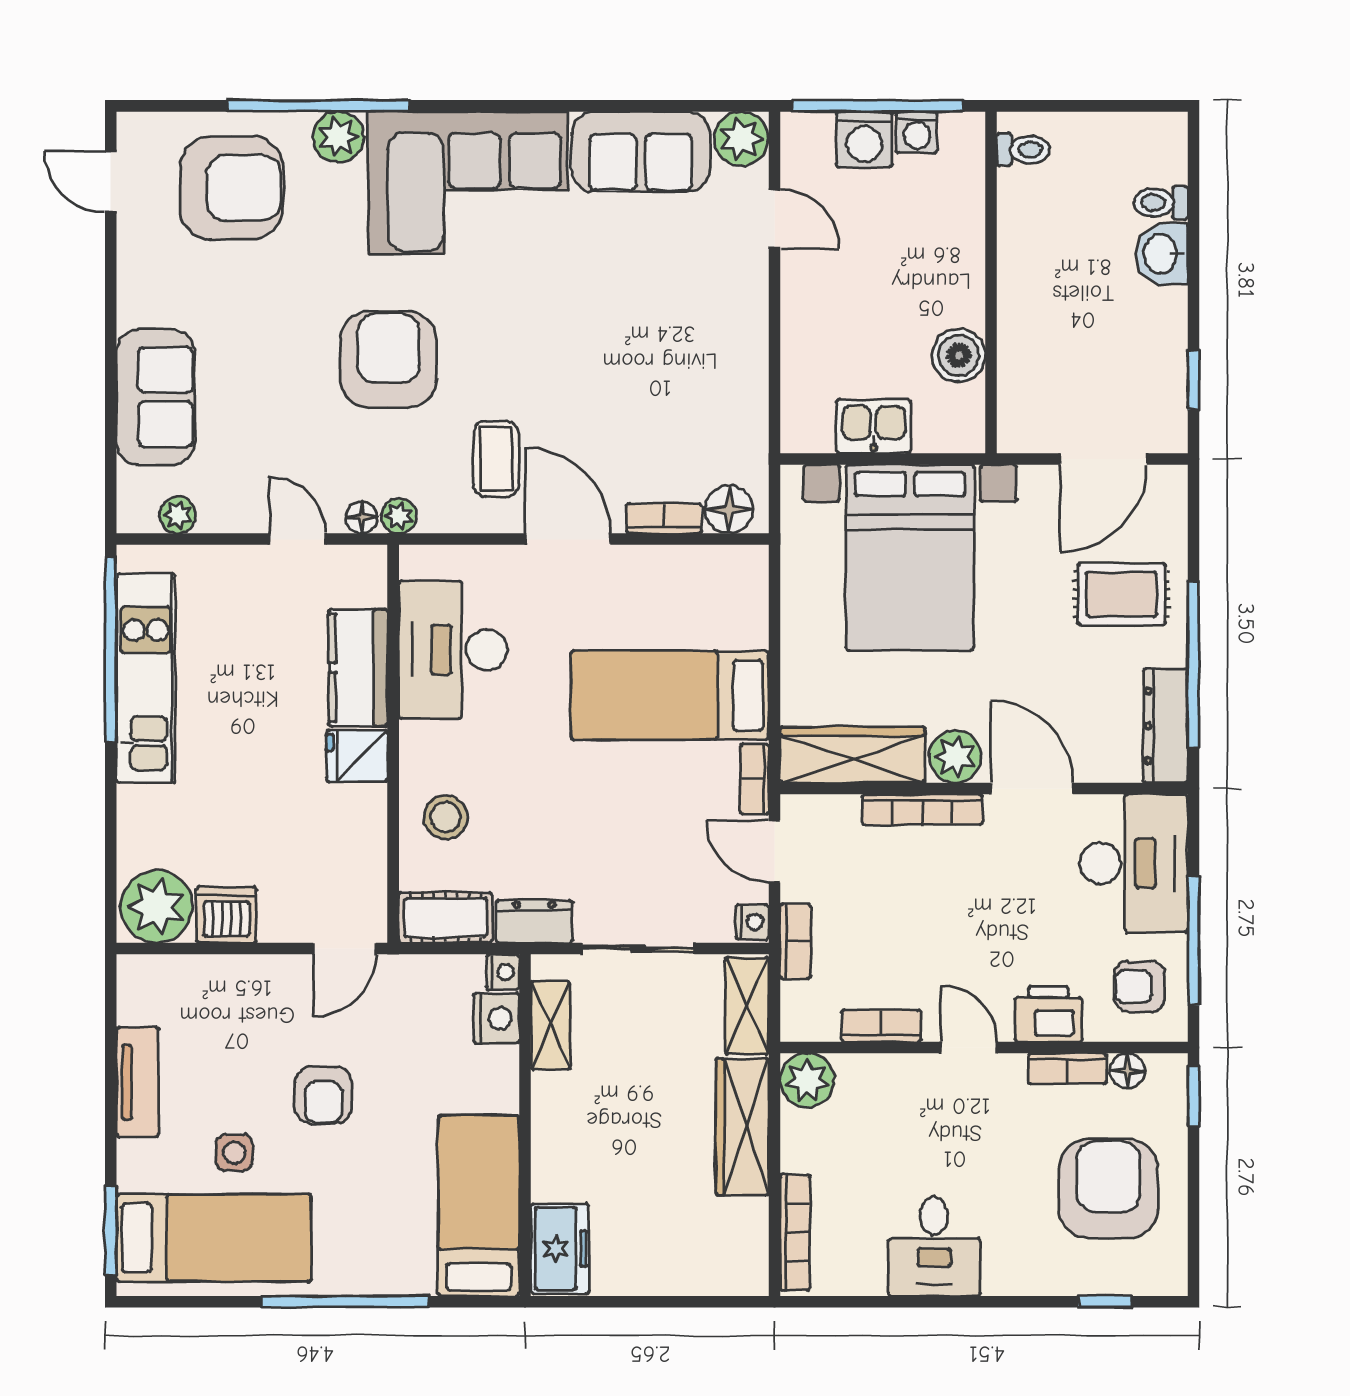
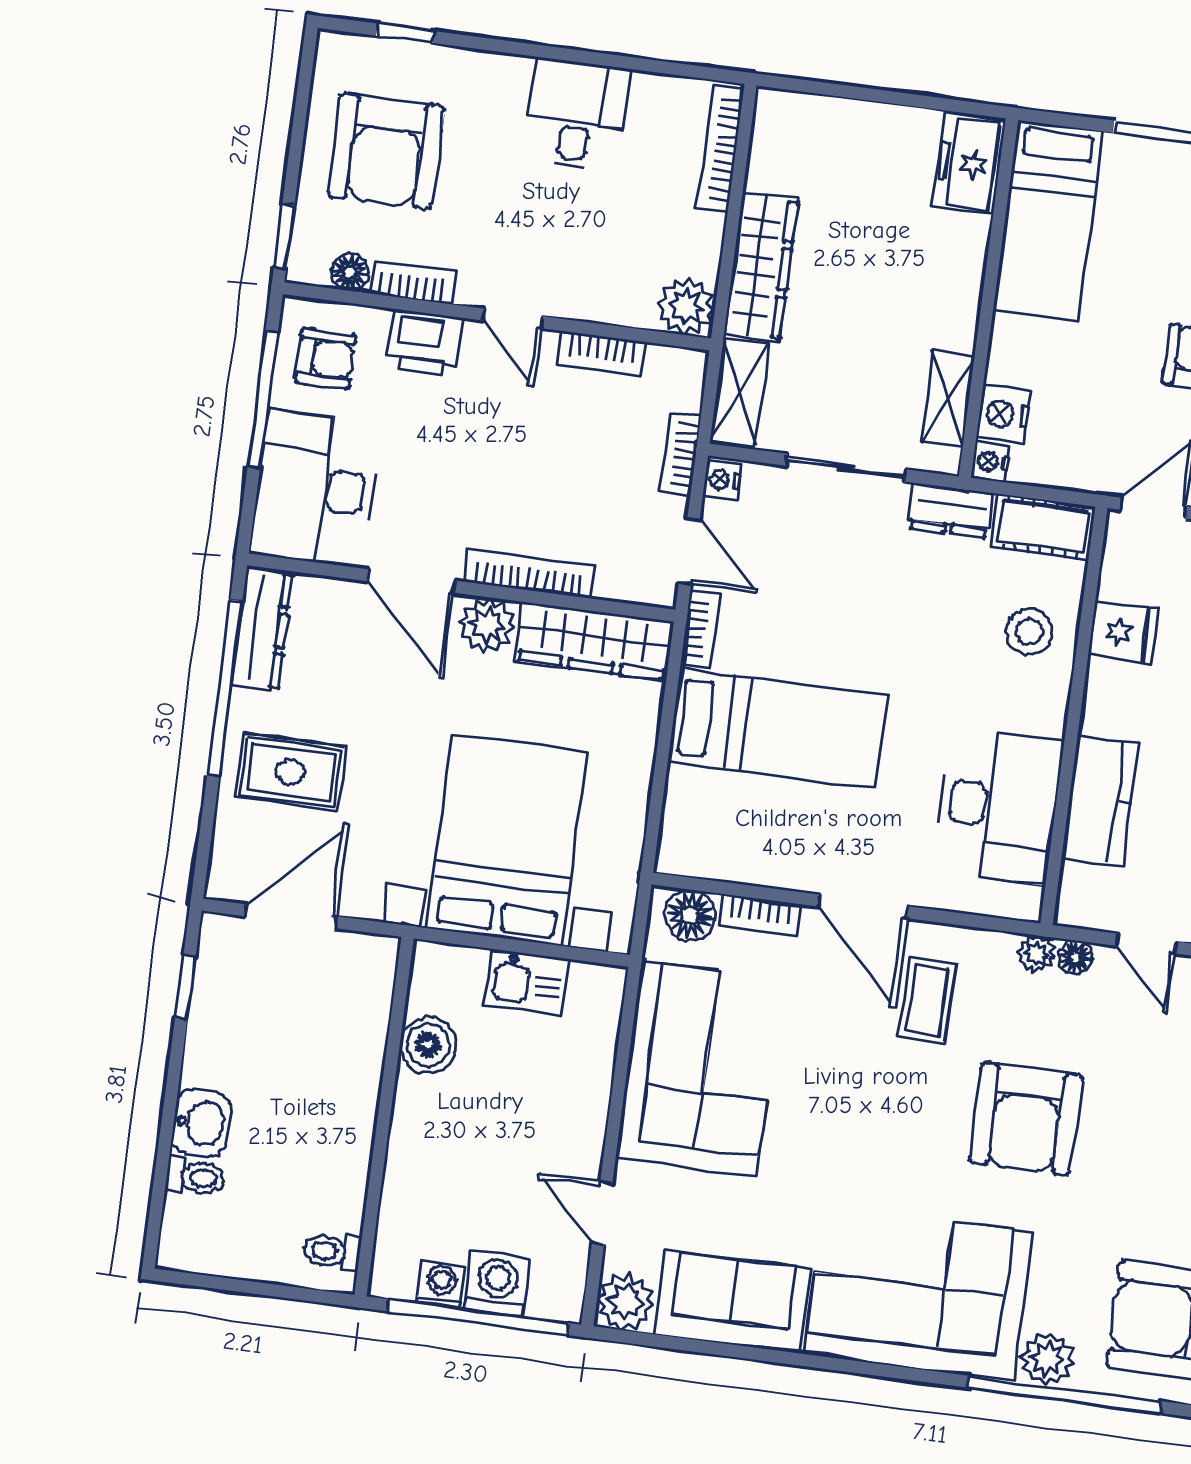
corner sofa: (702, 367) -> (699, 1068), added
fridge: (357, 756) -> (1124, 633), moved

